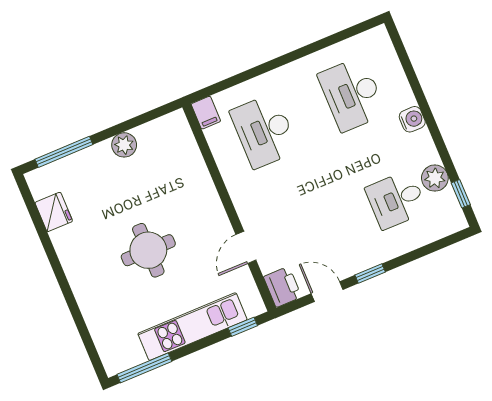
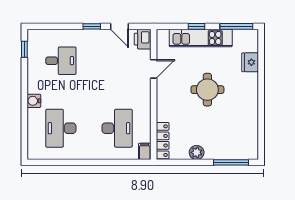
desk: (352, 94) -> (61, 128), turned 180
locker: (185, 141) -> (163, 141), added
plant: (435, 178) -> (35, 64), removed
fridge: (54, 212) -> (250, 62), moved
window: (243, 327) -> (197, 26), moved

